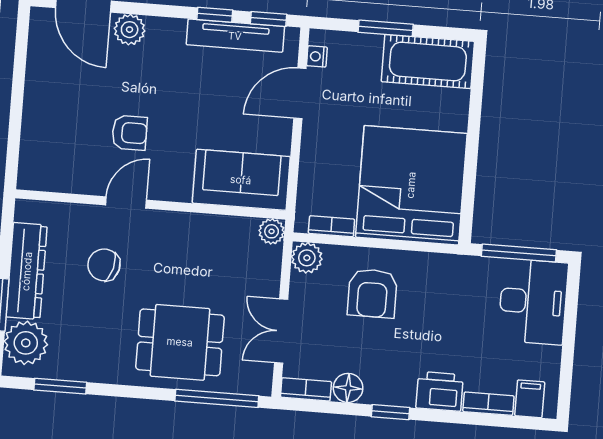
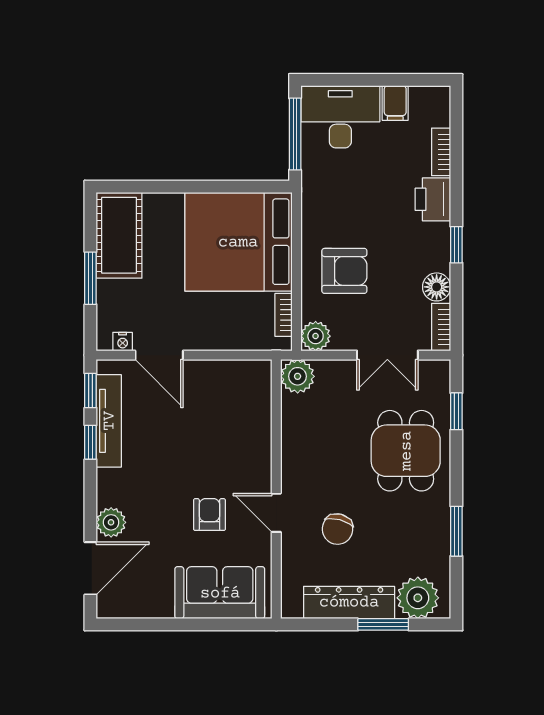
sofa: (241, 180) -> (220, 593), moved, turned 90
plant: (272, 231) -> (298, 376), width x1.38, depth x1.38
window: (60, 386) -> (456, 531), moved
window: (217, 398) -> (456, 411), width x0.46
filing cabinet: (530, 399) -> (395, 103), moved, turned -90

